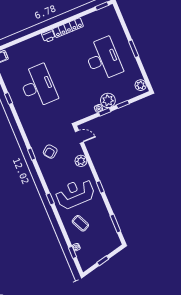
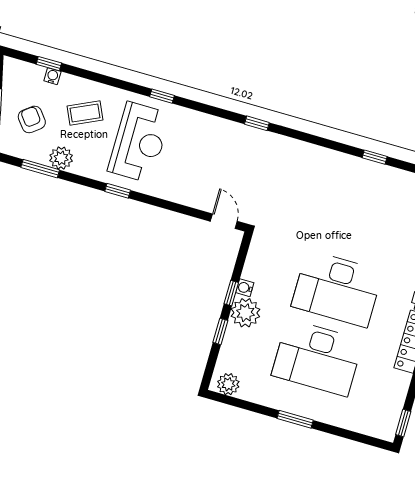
desk: (38, 86) -> (337, 289), moved
door: (79, 137) -> (224, 221), swing flipped
armchair: (50, 152) -> (32, 119), moved
plant: (81, 161) -> (61, 158), moved

